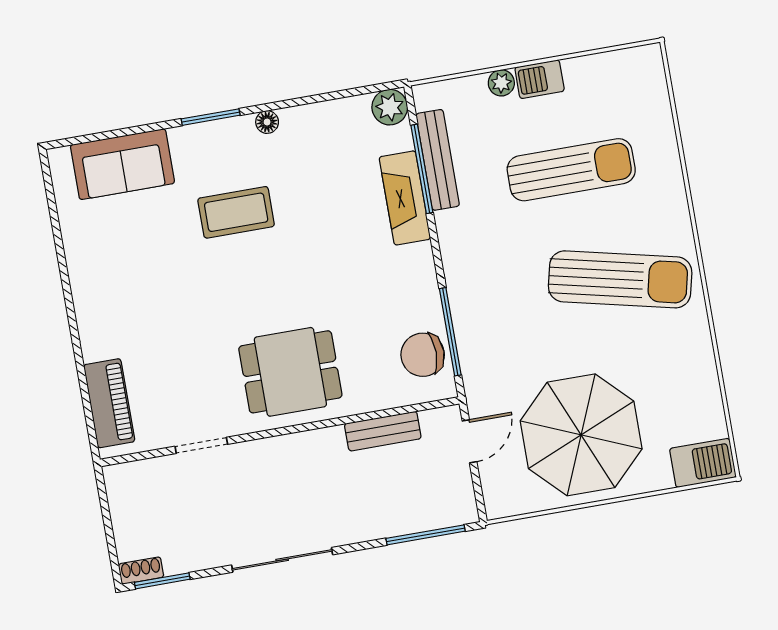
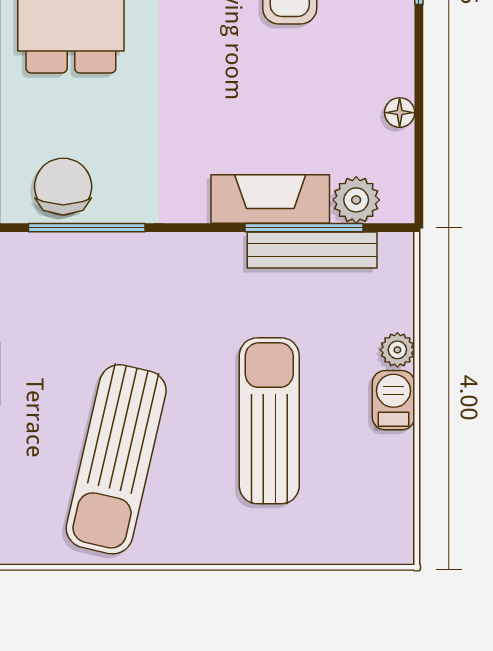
plant: (390, 107) -> (356, 200), moved
floor lamp: (267, 122) -> (400, 113), moved
sun lounger: (571, 170) -> (269, 421), turned 180

